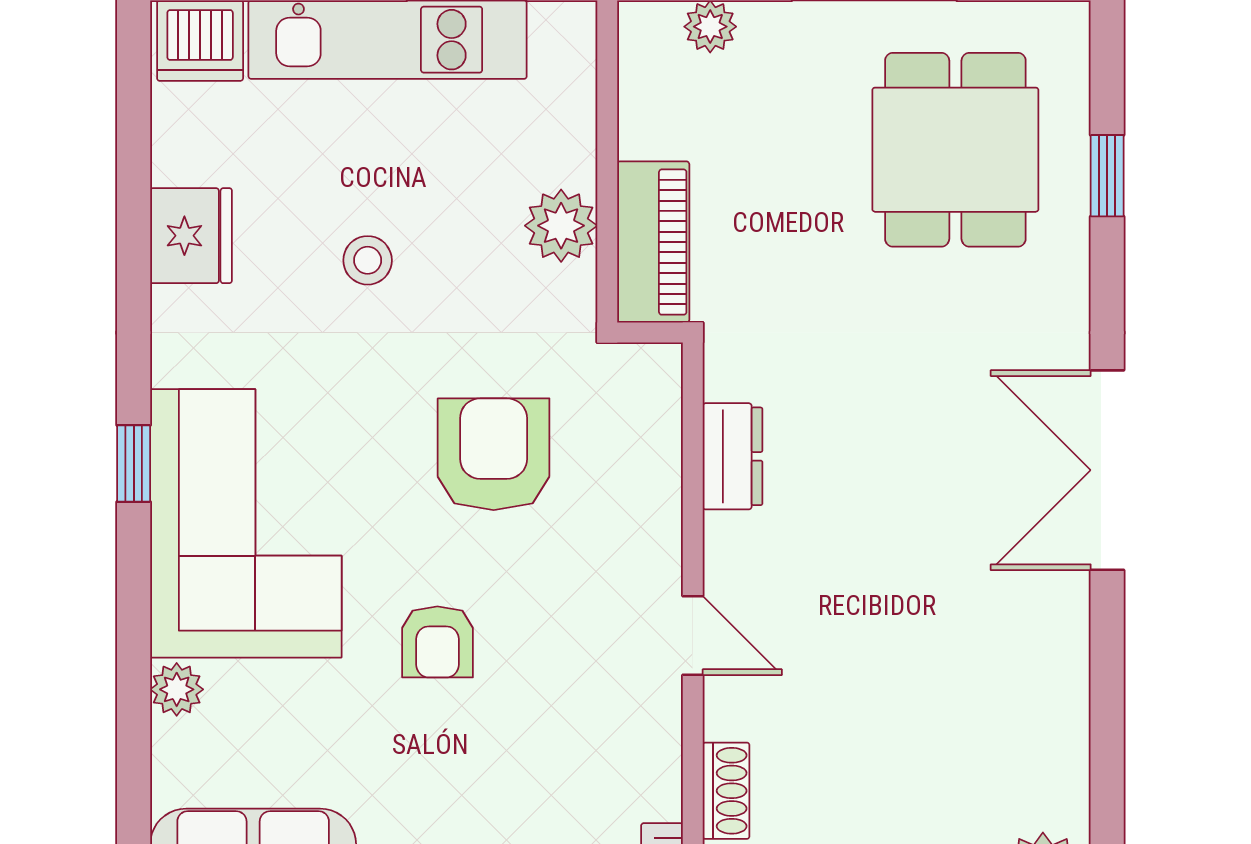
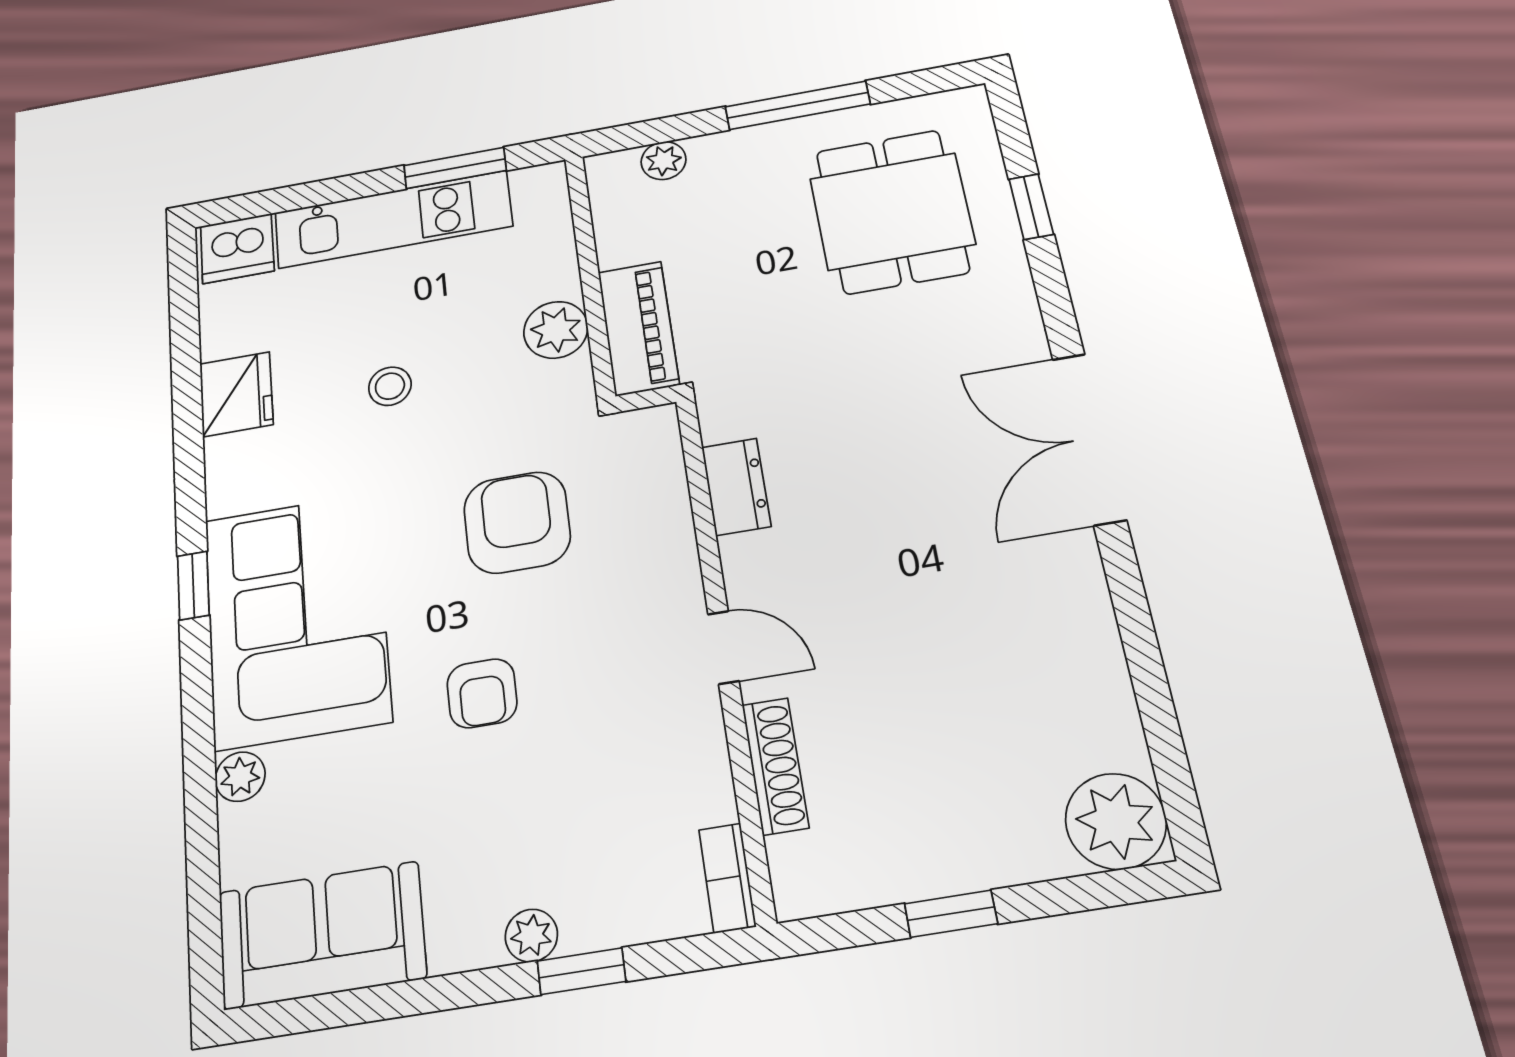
shoe rack: (726, 791) -> (775, 766), width x1.43

